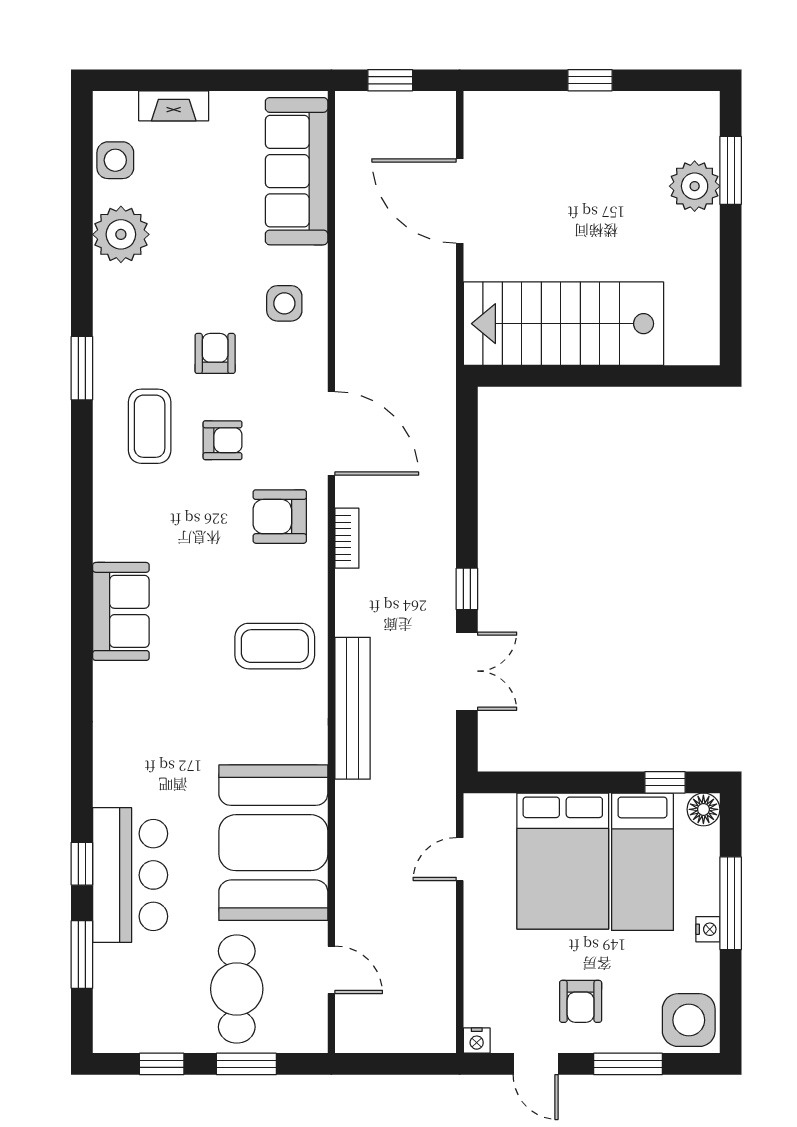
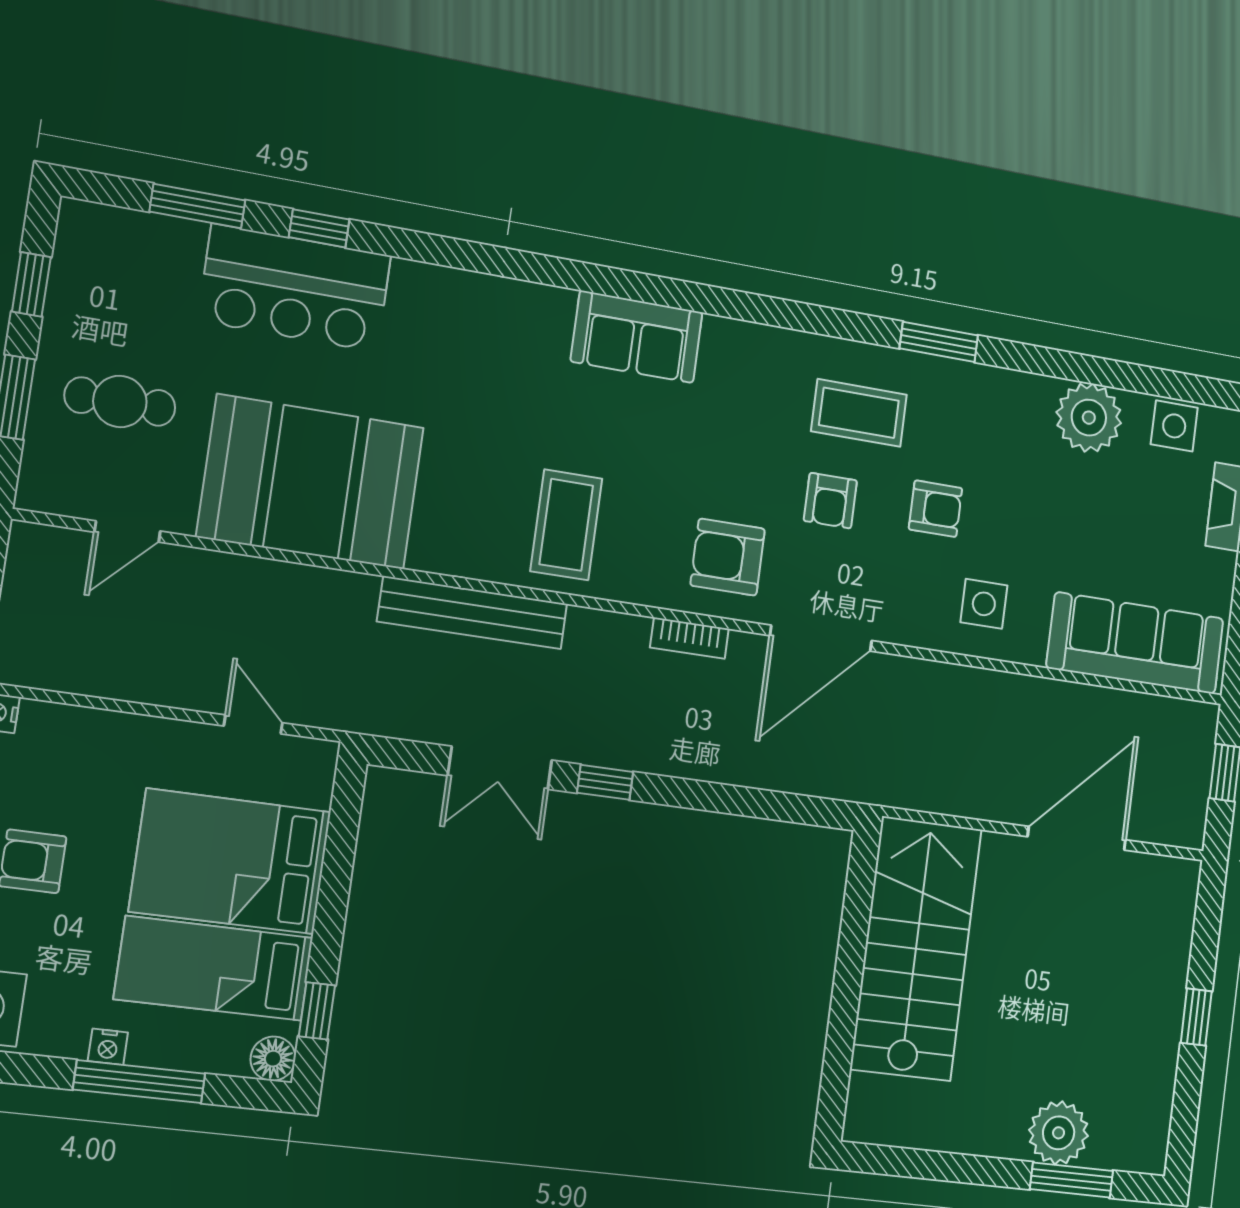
armchair: (280, 517) -> (728, 557), turned -90
cafe table: (237, 989) -> (120, 401), width x0.73, depth x0.74

